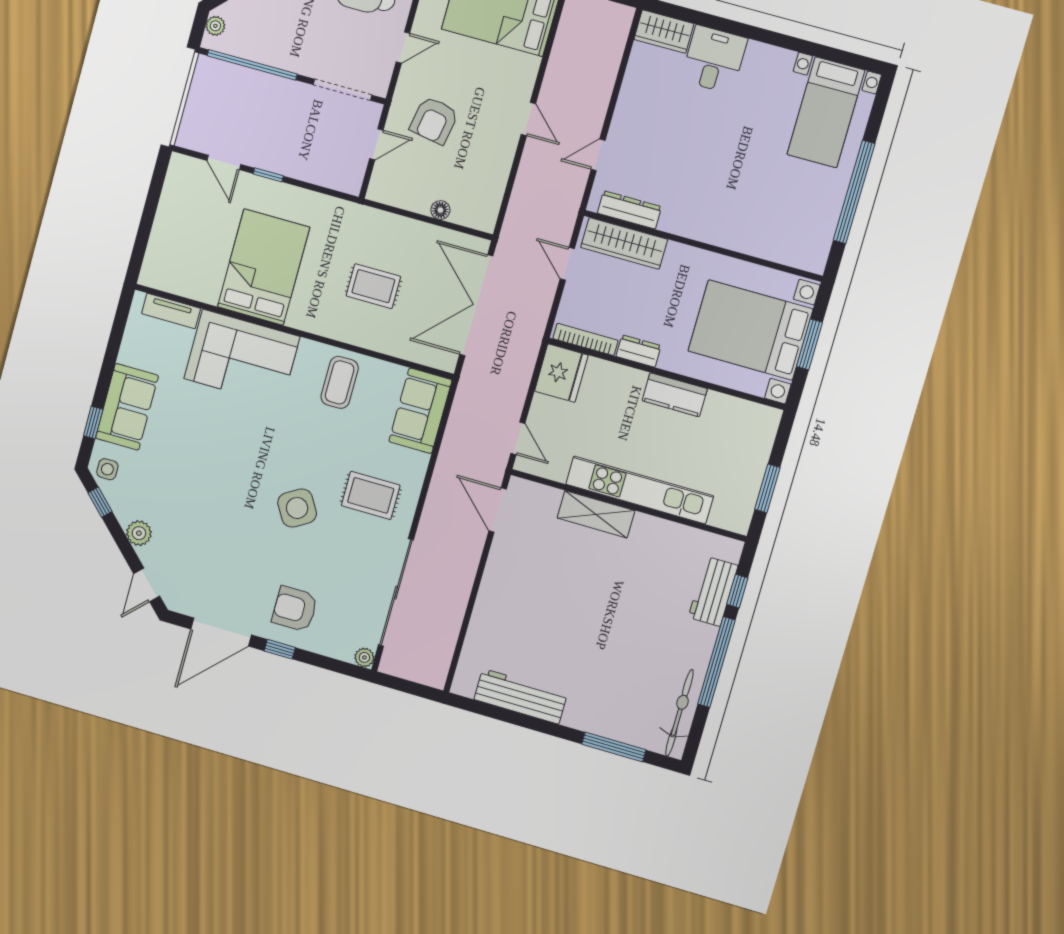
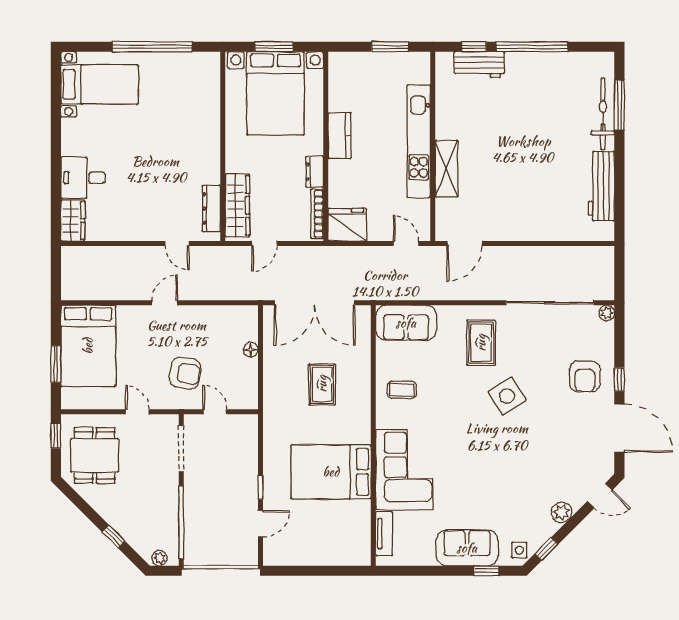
coffee table: (340, 382) -> (402, 390), width x0.73, depth x0.77
door: (518, 438) -> (406, 243), hinge flipped
bicycle: (679, 713) -> (603, 114), moved, turned 90

